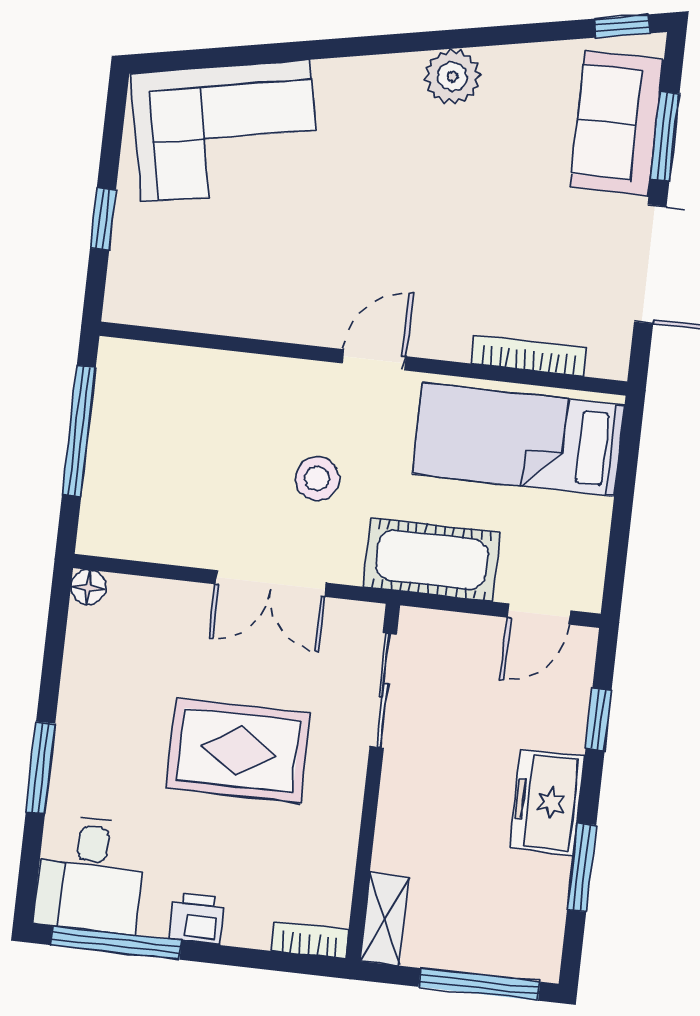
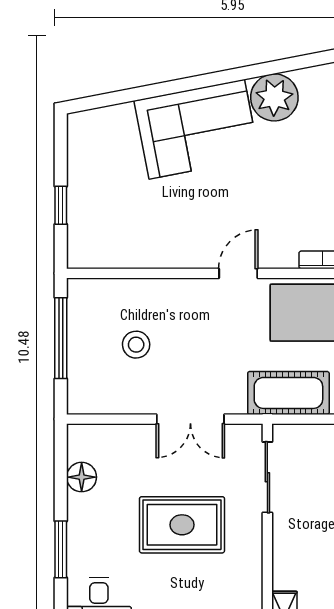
plant: (452, 77) -> (274, 97), width x1.36, depth x1.36
corner sofa: (225, 131) -> (197, 129), moved
stool: (317, 479) -> (136, 345), moved
floor lamp: (88, 587) -> (82, 477), moved, width x1.37, depth x1.37

